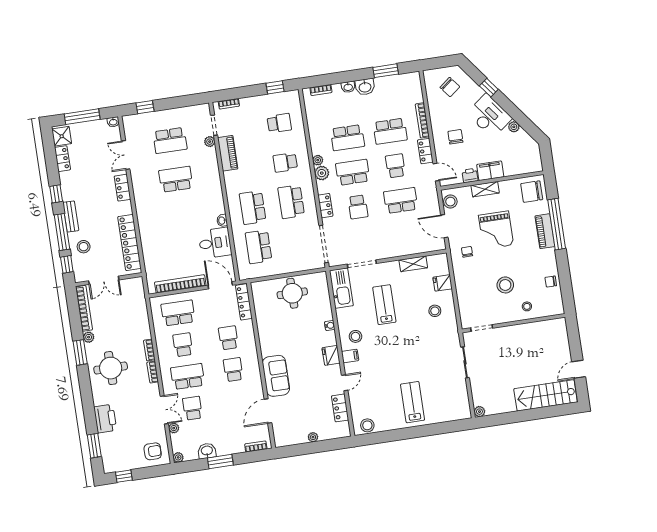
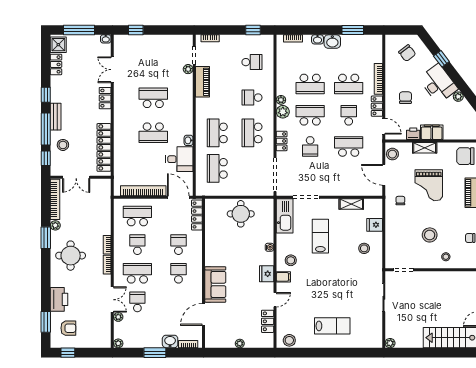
school desk: (170, 140) -> (153, 133), moved
lab bench: (413, 402) -> (332, 326), turned 90
armchair: (153, 451) -> (68, 328), moved
washbasin: (207, 451) -> (170, 341), moved

